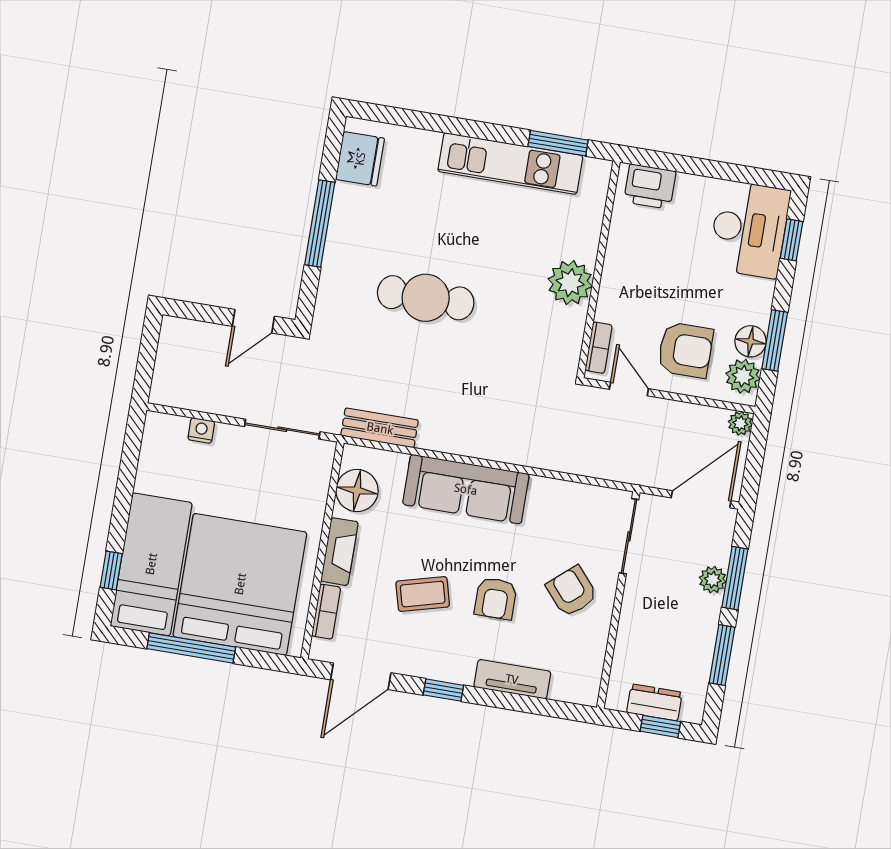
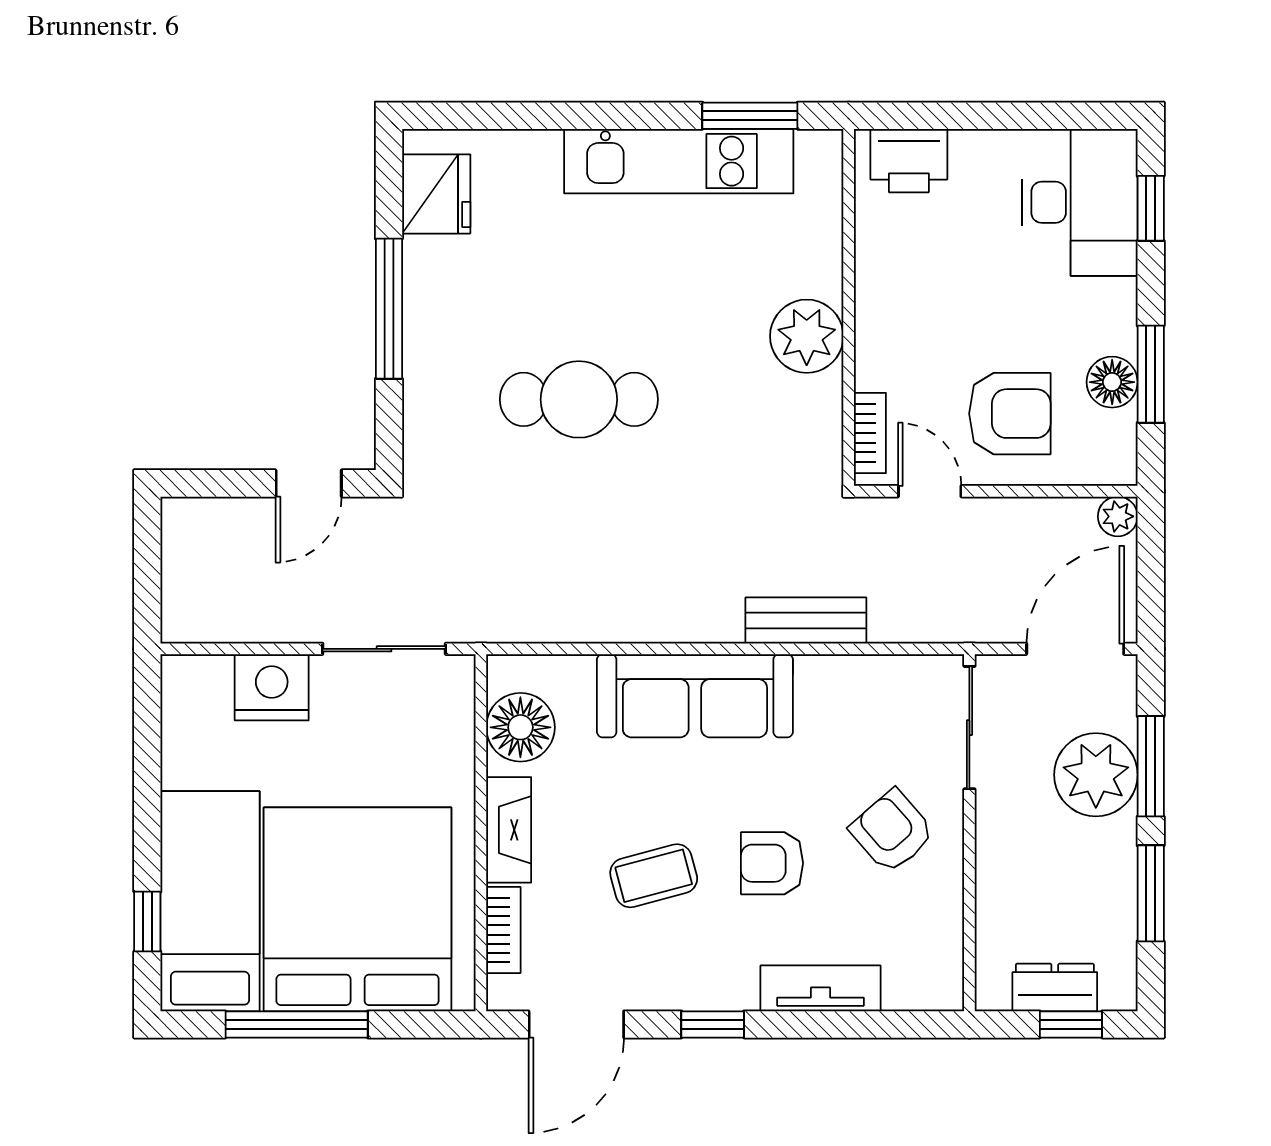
plant: (743, 376) -> (1109, 440), removed
bench: (380, 428) -> (806, 621), moved
nightstand: (201, 430) -> (272, 687), width x1.89, depth x1.79
plant: (713, 580) -> (1096, 775), width x1.87, depth x1.87
armchair: (496, 598) -> (772, 863), turned 90

